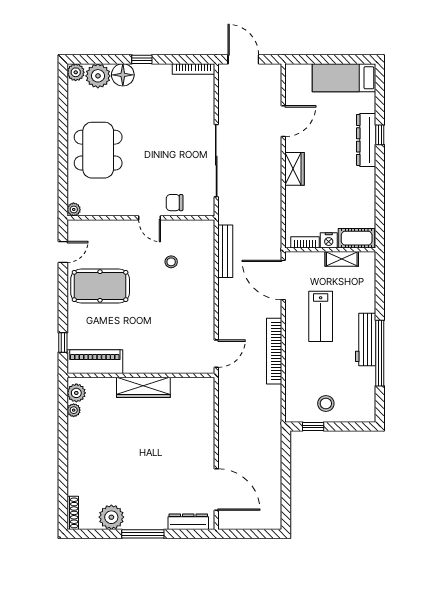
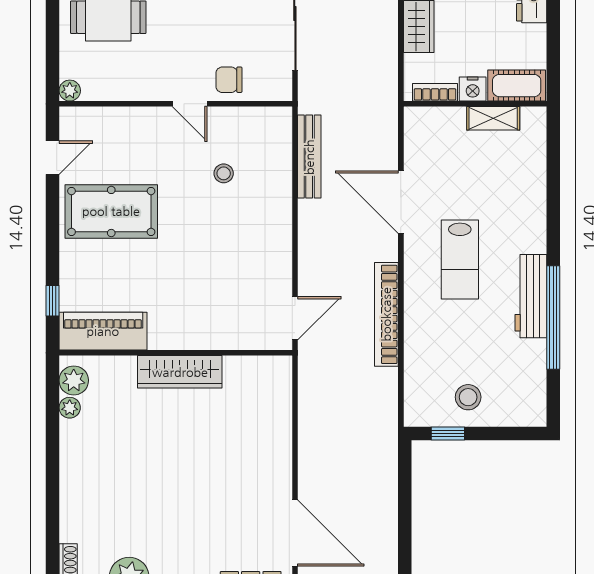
cot: (357, 238) -> (517, 86), moved
nightstand: (329, 240) -> (473, 89), moved
bookcase: (305, 242) -> (435, 92), moved
wall: (330, 250) -> (475, 104), moved
shelving: (342, 259) -> (493, 118), moved

